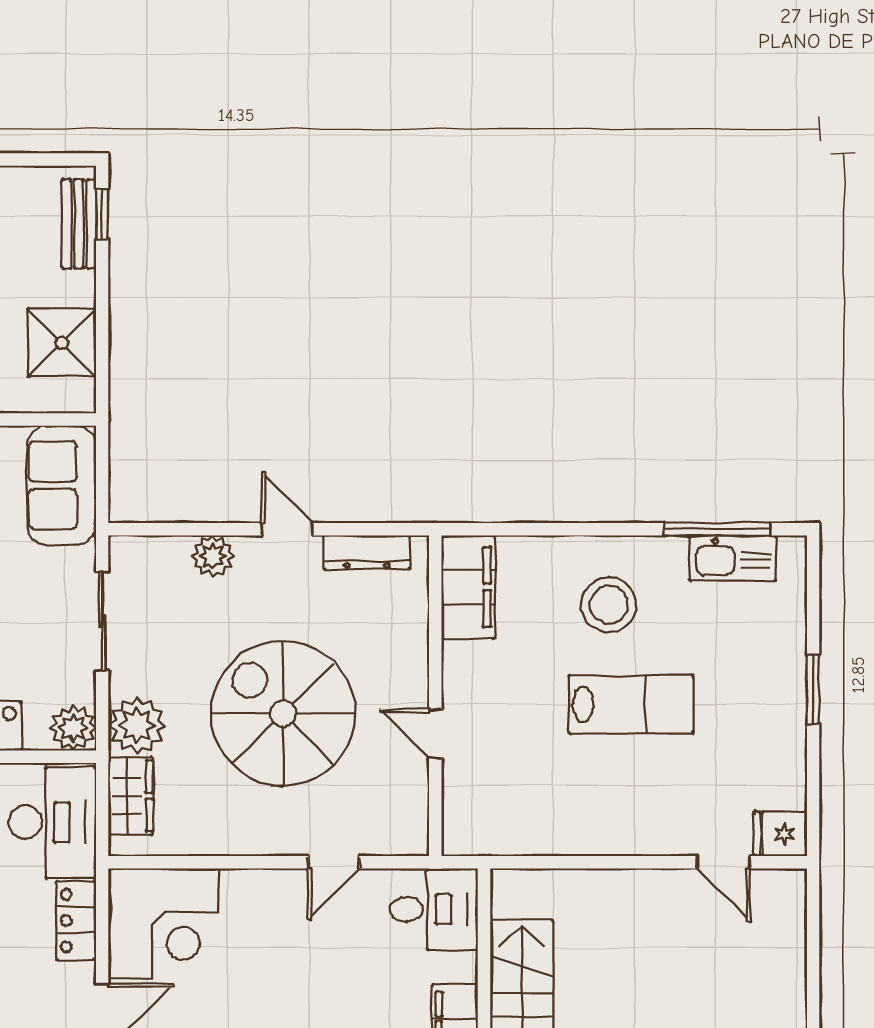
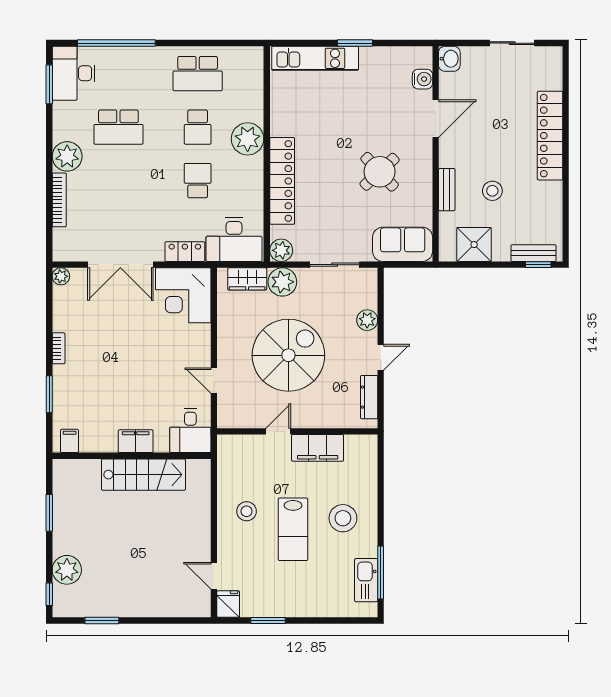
filing cabinet: (468, 587) -> (318, 448), moved
window: (813, 690) -> (268, 620), moved
stool: (595, 797) -> (247, 511), added
door: (724, 862) -> (214, 576), hinge flipped

